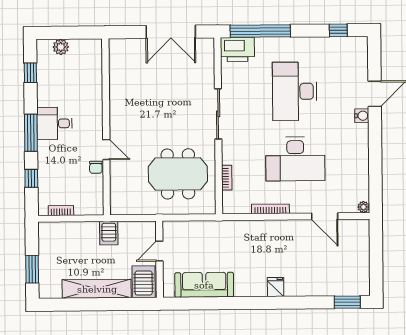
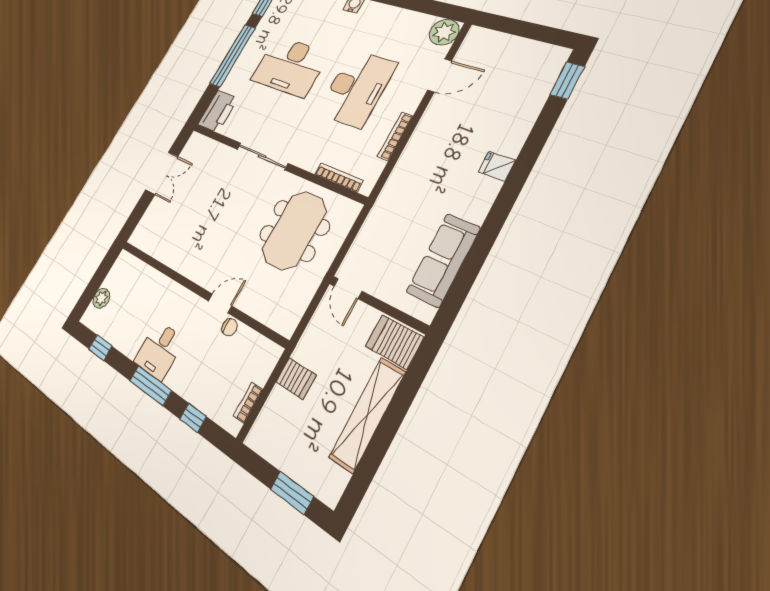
window: (260, 31) -> (233, 56), moved
double door: (171, 32) -> (162, 173), width x0.73
bookcase: (227, 178) -> (339, 177), width x1.56
plant: (363, 207) -> (444, 32), width x1.88, depth x1.88
server rack: (109, 233) -> (296, 378), moved
door: (159, 251) -> (348, 289), moved

